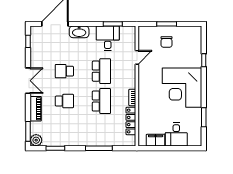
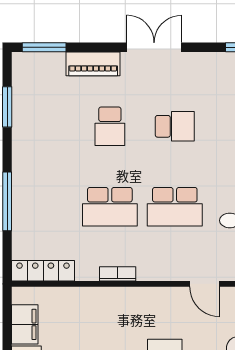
school desk: (64, 71) -> (175, 126), turned 90
double door: (28, 81) -> (154, 47), swing flipped
locker: (131, 121) -> (43, 271), moved
plant: (36, 140) -> (25, 65), removed

